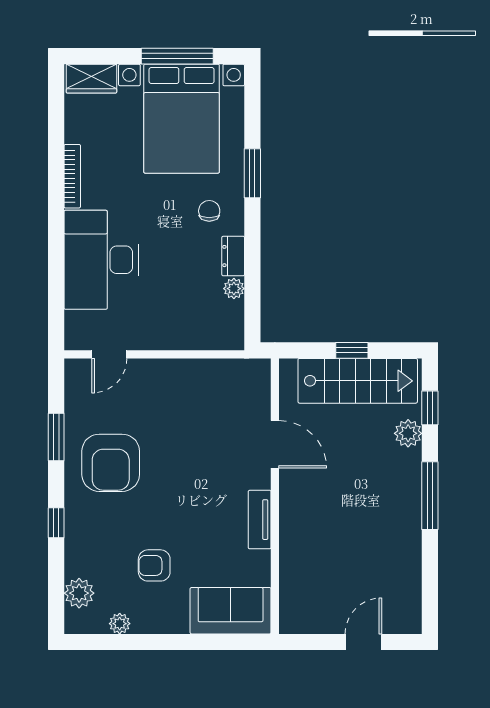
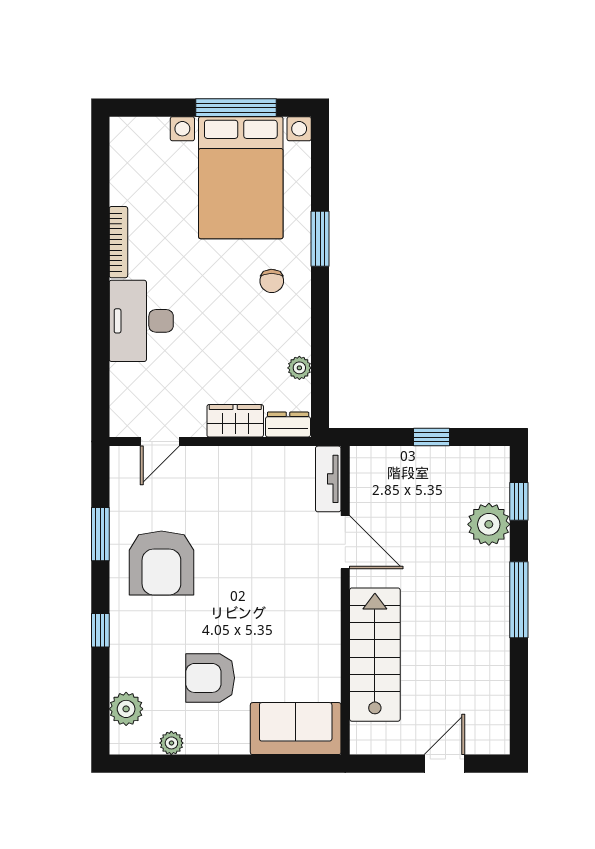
wardrobe: (91, 79) -> (235, 421), moved, turned 180
chair: (209, 211) -> (272, 281), turned 180
dresser: (233, 256) -> (288, 425), moved, turned 90
desk: (101, 260) -> (141, 321), width x0.73, depth x0.77
stairs: (358, 381) -> (375, 655), moved, turned -90
plant: (408, 433) -> (489, 524), width x1.36, depth x1.36
tv unit: (260, 520) -> (328, 479), moved
armchair: (154, 565) -> (210, 678), width x1.38, depth x1.38

